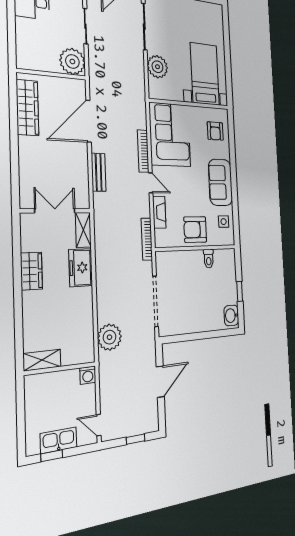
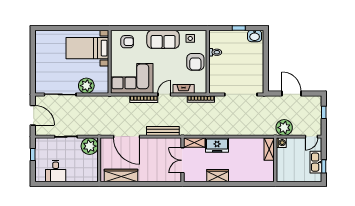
bench: (99, 172) -> (163, 131), width x1.36
plant: (110, 337) -> (284, 128), moved
shelving: (42, 360) -> (269, 149), moved

